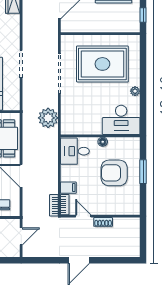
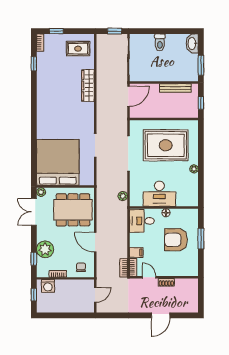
plant: (48, 118) -> (123, 196), width x0.53, depth x0.53
desk: (121, 120) -> (159, 194), moved
door: (79, 260) -> (161, 315), moved

